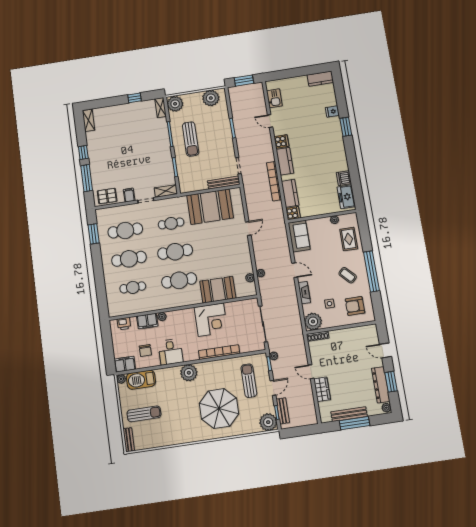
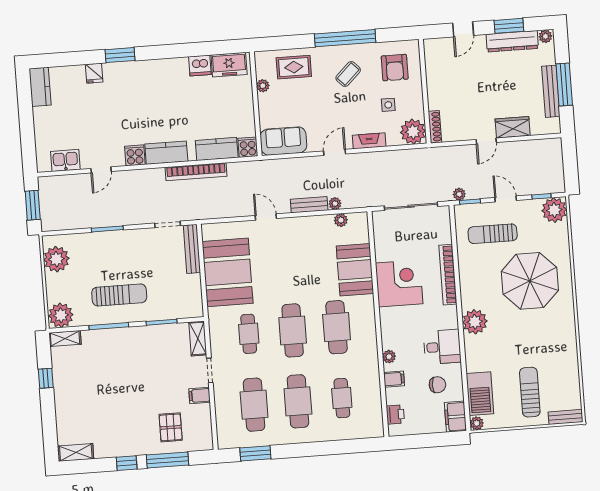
pallet: (107, 196) -> (171, 427), moved
filing cabinet: (147, 321) -> (394, 379), width x0.50
bench: (283, 411) -> (309, 205), moved

